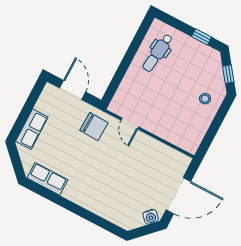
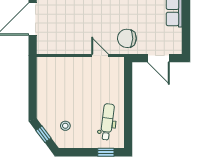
window: (201, 37) -> (106, 152), moved
stool: (205, 99) -> (65, 126), moved

